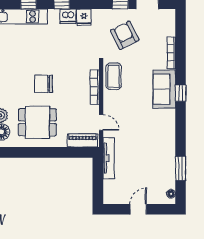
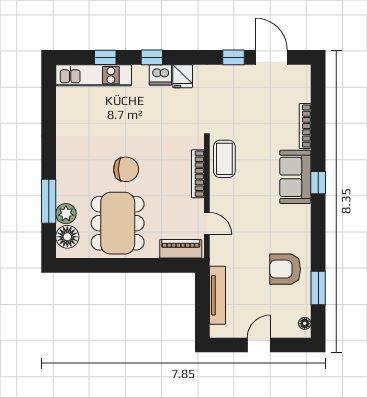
armchair: (125, 35) -> (285, 269), moved, turned -64
chair: (43, 84) -> (126, 169), turned 180
dining table: (37, 122) -> (118, 223), width x1.38
tv unit: (109, 158) -> (217, 295), moved

